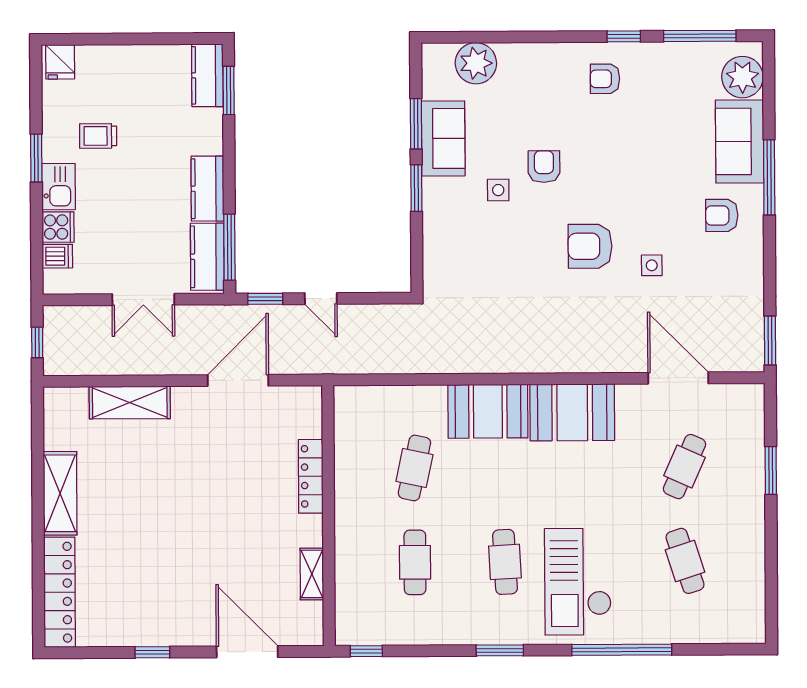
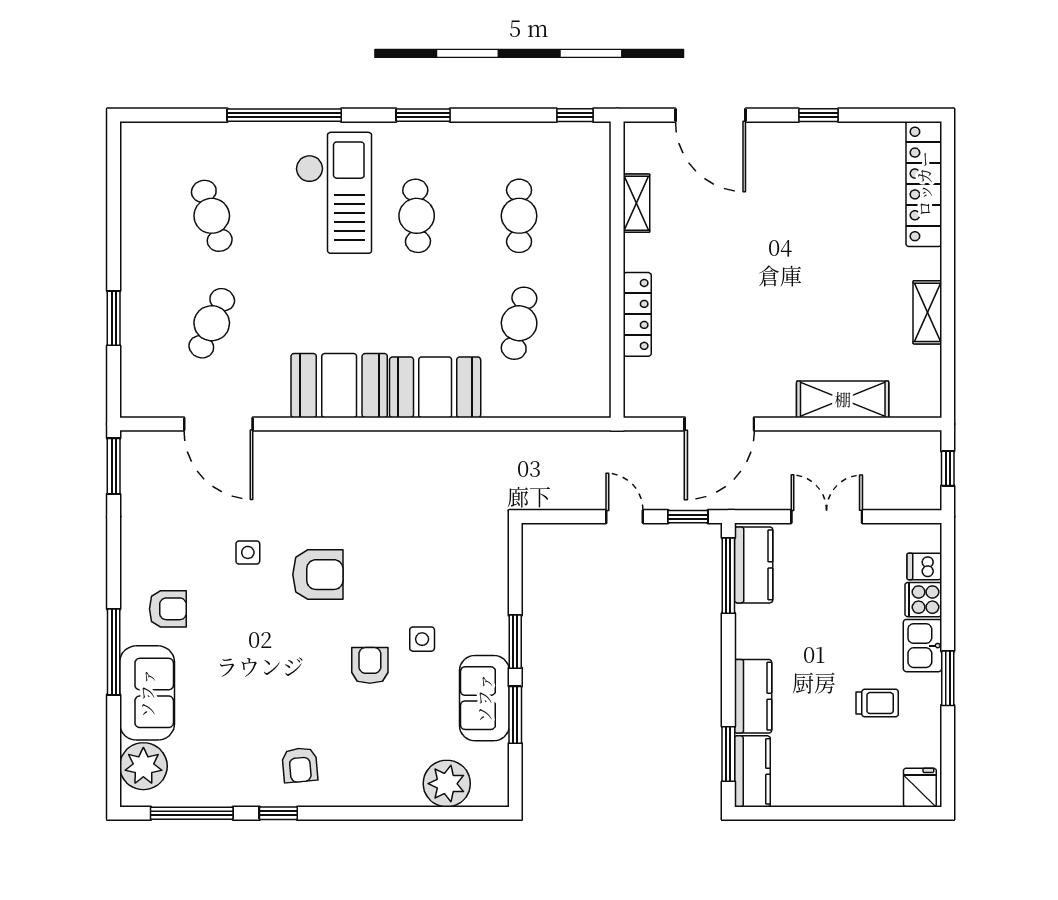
armchair: (605, 79) -> (300, 765), turned 85
armchair: (544, 167) -> (370, 665), turned 180
kitchen counter: (207, 189) -> (753, 696), moved
shelving: (60, 493) -> (927, 312), width x0.67, depth x0.75

